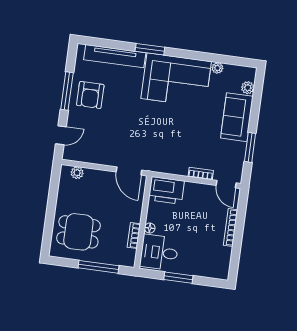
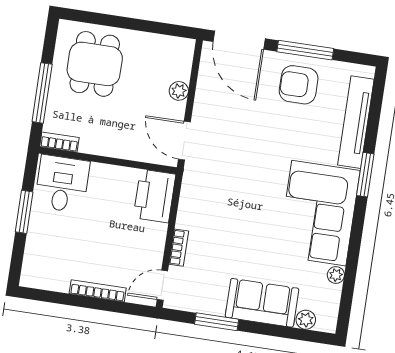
door: (61, 135) -> (239, 40), width x1.88
door: (129, 171) -> (184, 141), hinge flipped
plant: (77, 173) -> (179, 91), moved
floor lamp: (150, 228) -> (99, 170), removed
bookcase: (134, 235) -> (59, 142), moved

